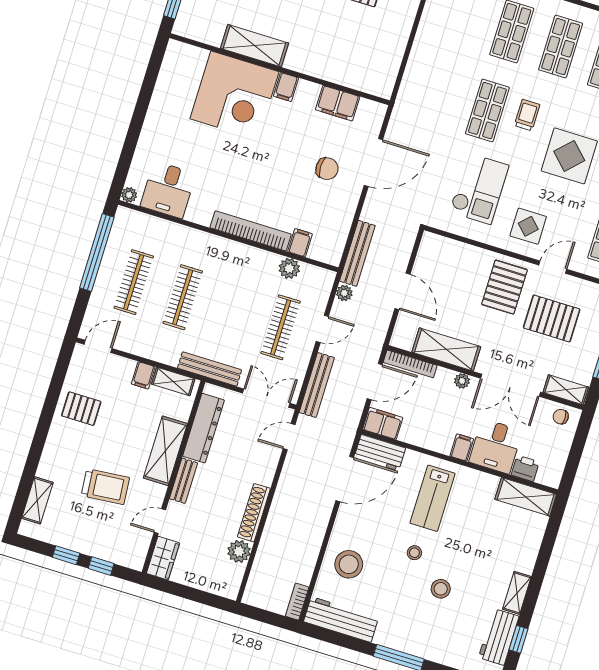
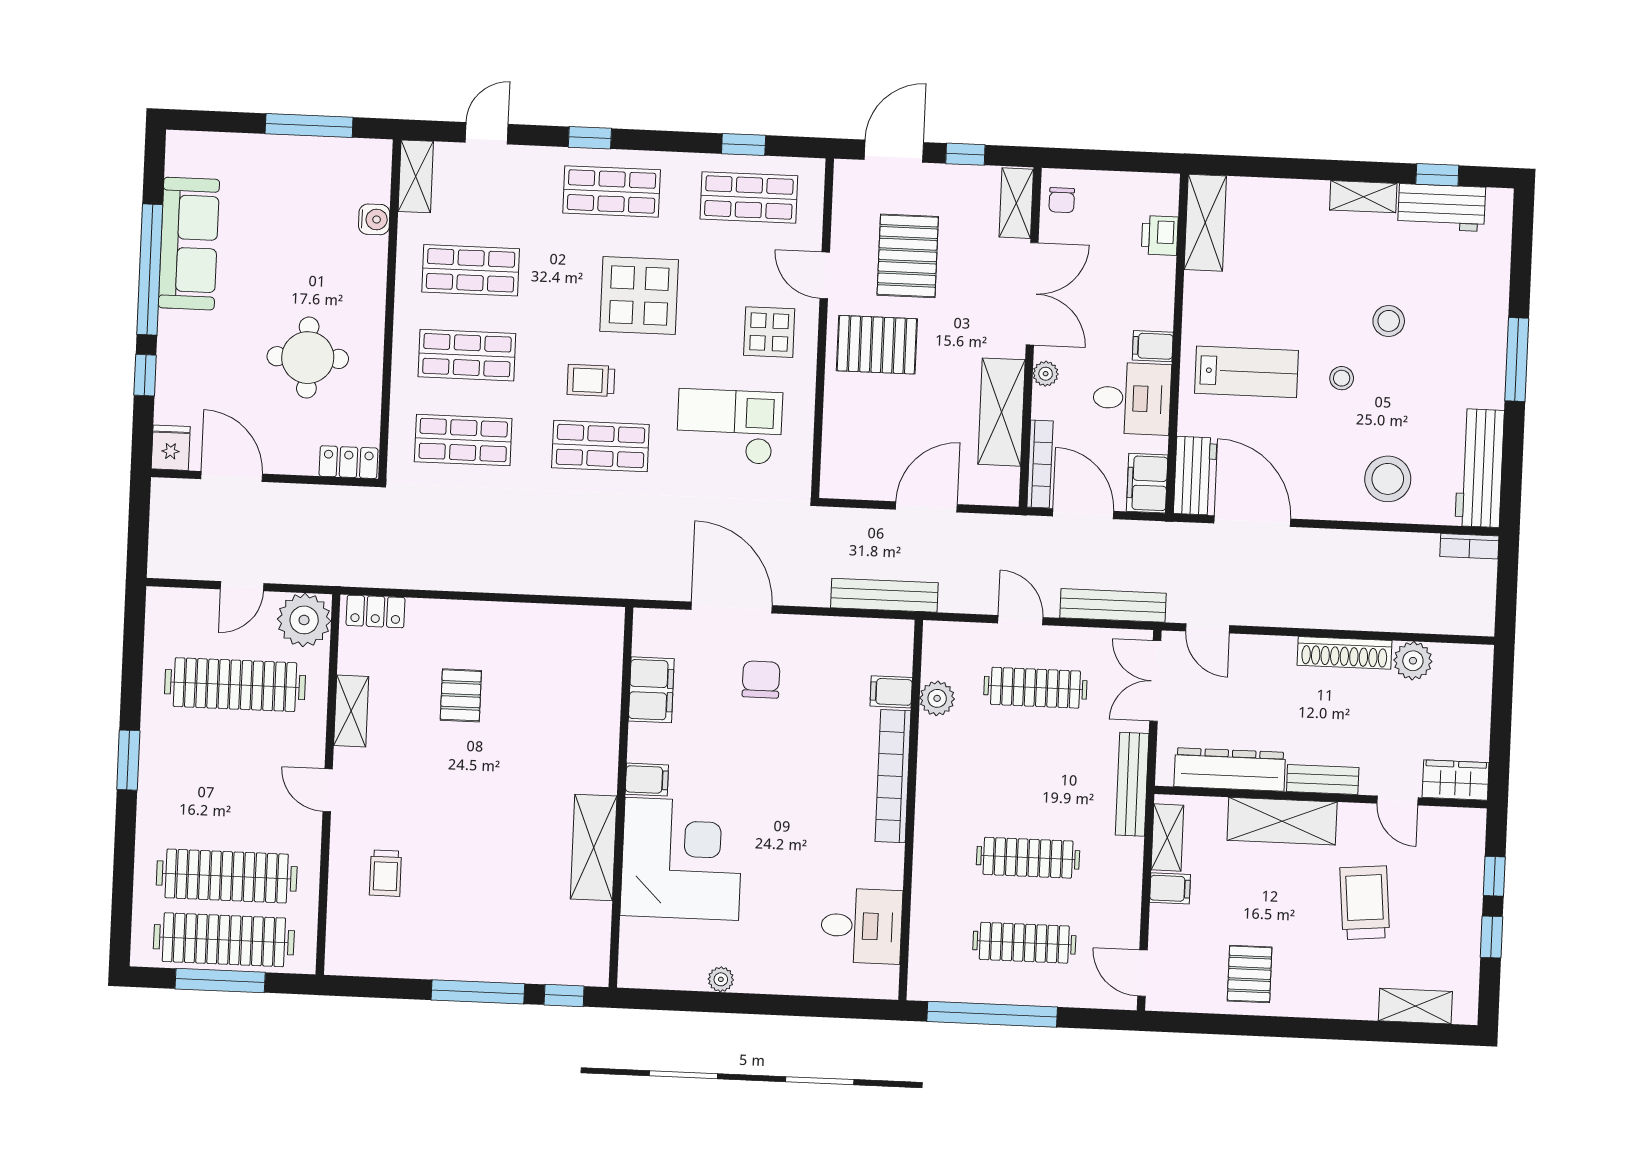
plant: (129, 195) -> (721, 979), moved
plant: (344, 293) -> (954, 600), removed
desk: (496, 446) -> (1132, 398), moved

